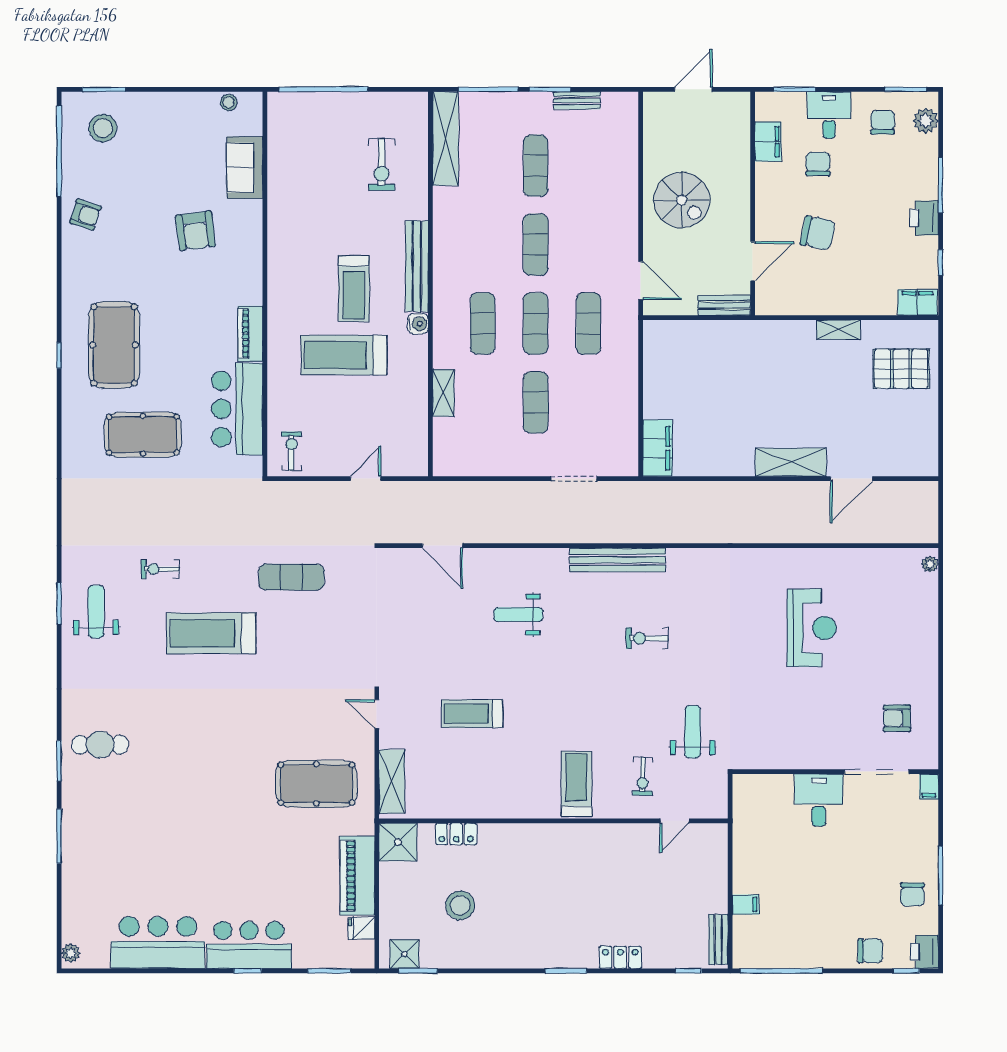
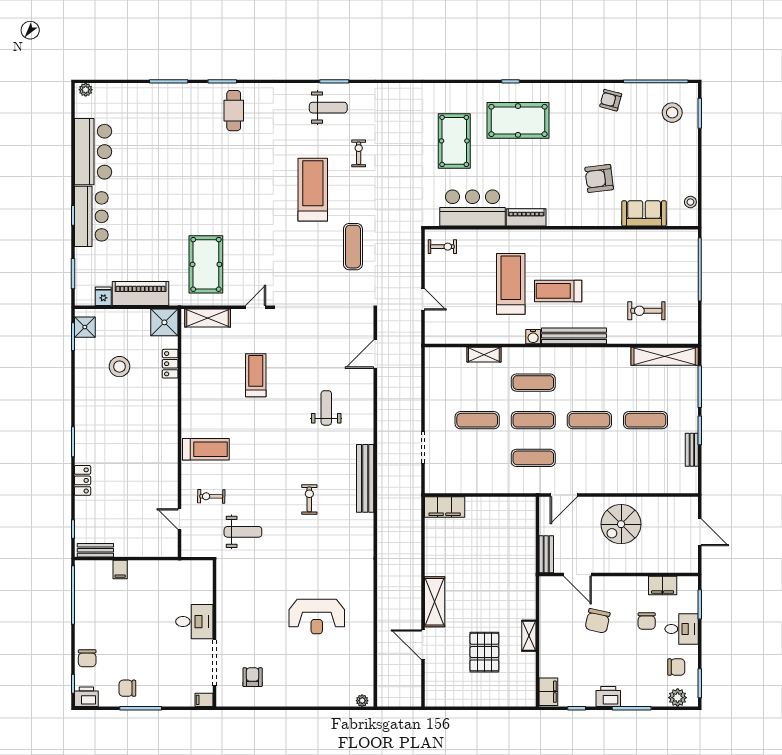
chair: (818, 164) -> (647, 621), turned 90
armchair: (85, 215) -> (611, 100), turned 87
pallet: (901, 369) -> (484, 652), moved

